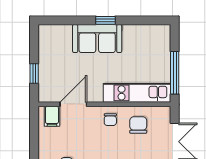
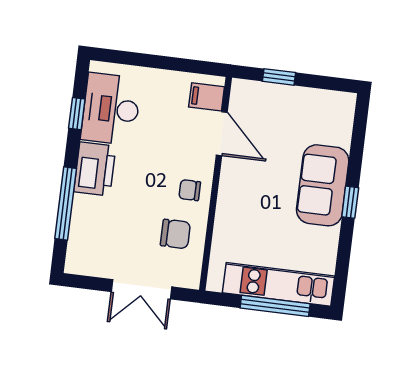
window: (175, 73) -> (275, 306), moved
kitchen unit: (137, 93) -> (278, 284), moved, turned -90

